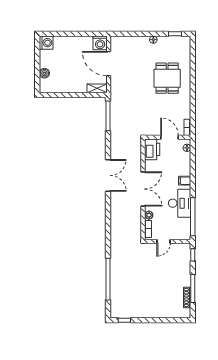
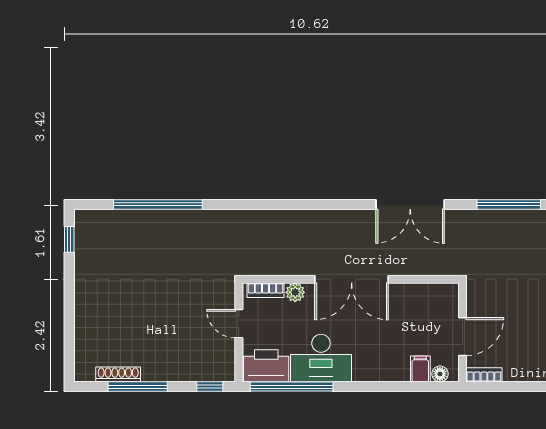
printer: (152, 149) -> (266, 366), moved, turned 180
double door: (108, 175) -> (410, 204), moved
filing cabinet: (185, 181) -> (420, 369), moved

